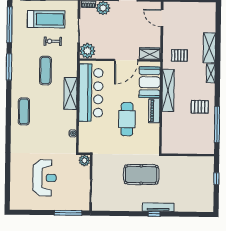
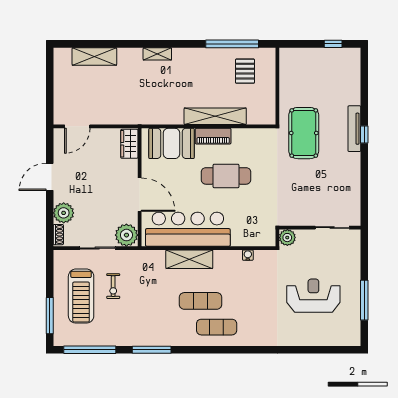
treadmill: (46, 19) -> (81, 296), turned 180
shelving: (209, 48) -> (94, 56), moved
pallet: (179, 55) -> (132, 100), removed
door: (126, 60) -> (140, 195), moved
exercise mat: (45, 71) -> (200, 301), moved
shelving: (168, 90) -> (215, 116), moved
pallet: (200, 107) -> (245, 71), moved
pool table: (141, 175) -> (304, 133), moved
window: (216, 179) -> (333, 44), moved
window: (68, 213) -> (364, 300), moved

